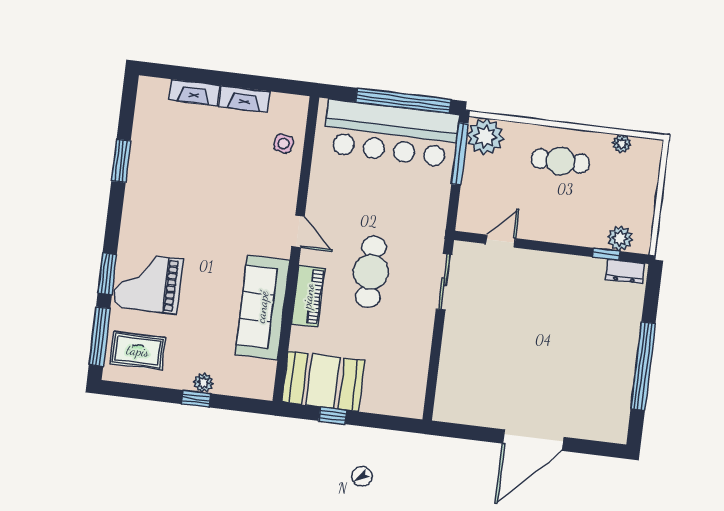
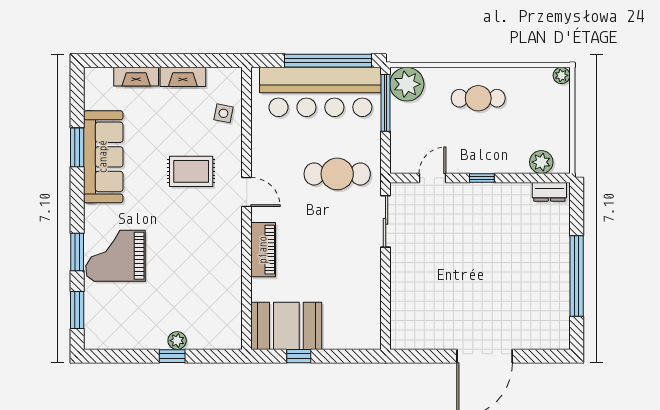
plant: (622, 144) -> (561, 75), moved
window: (606, 254) -> (482, 178), moved
cafe table: (371, 272) -> (337, 174), moved, turned 90
sofa: (262, 307) -> (103, 157), moved, turned 180
window: (100, 337) -> (77, 310), width x0.69
rug: (138, 351) -> (191, 171), moved

